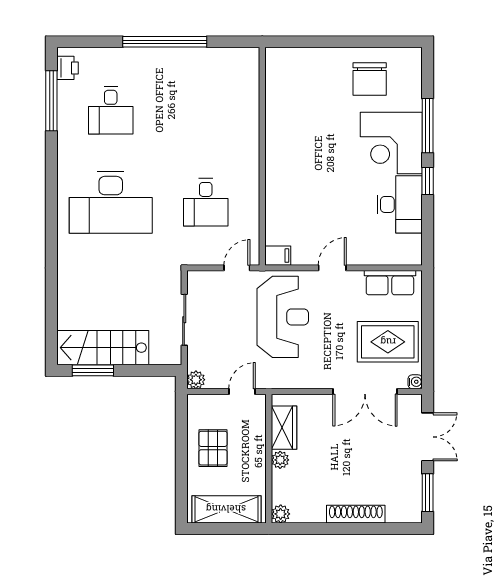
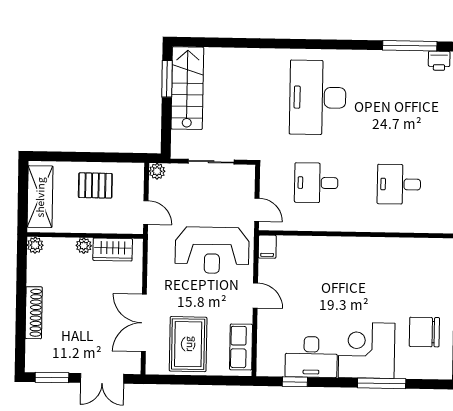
desk: (111, 110) -> (399, 184), moved
window: (428, 181) -> (295, 382), moved
water cooler: (415, 382) -> (152, 368), removed

